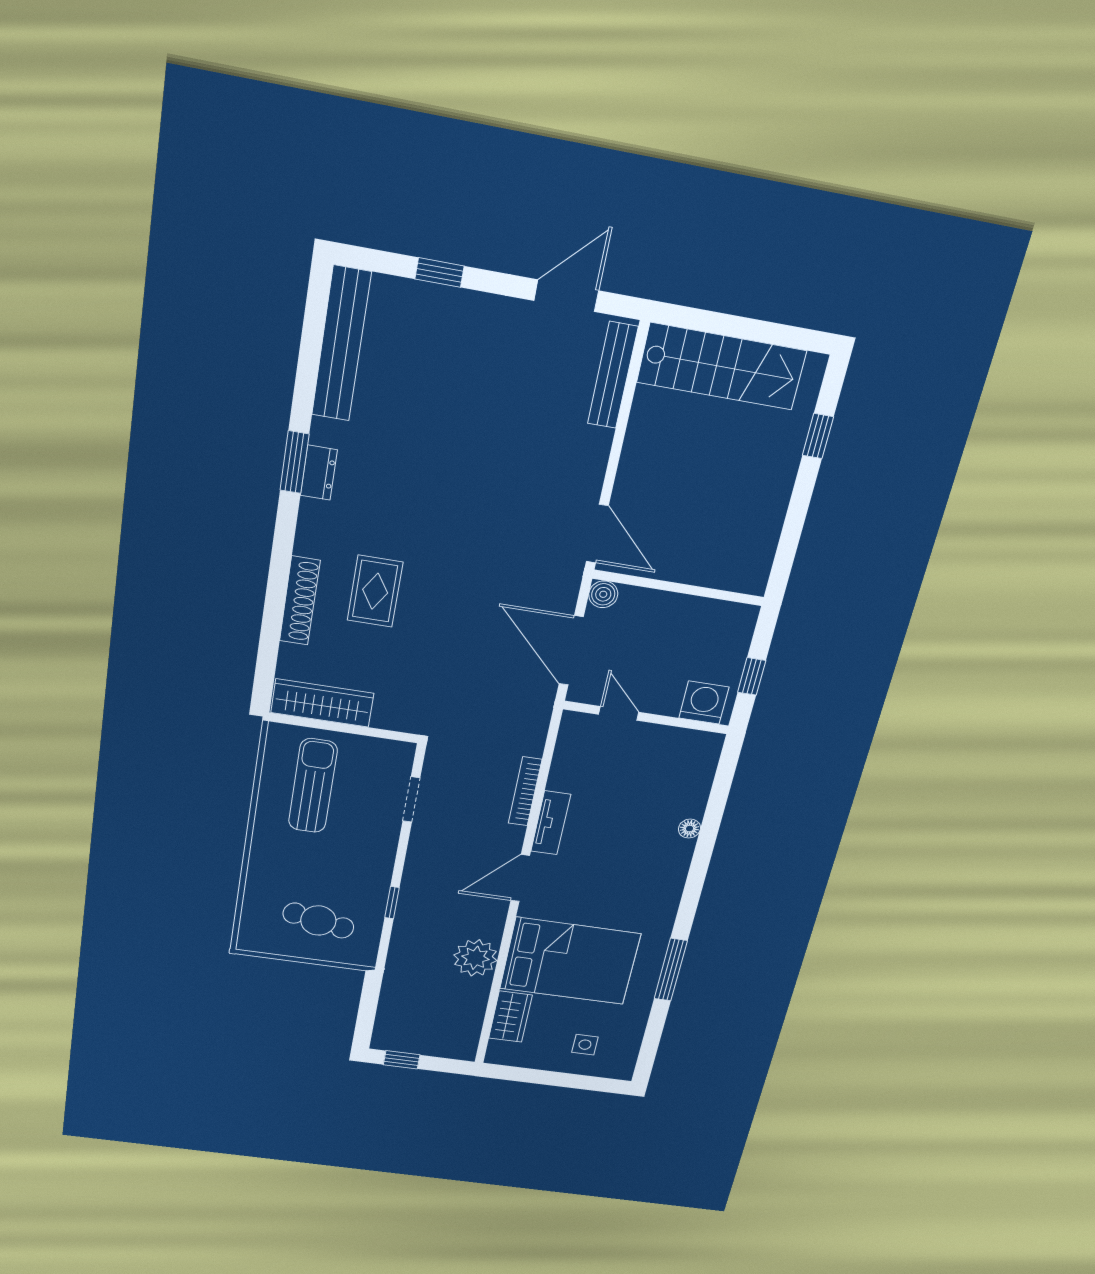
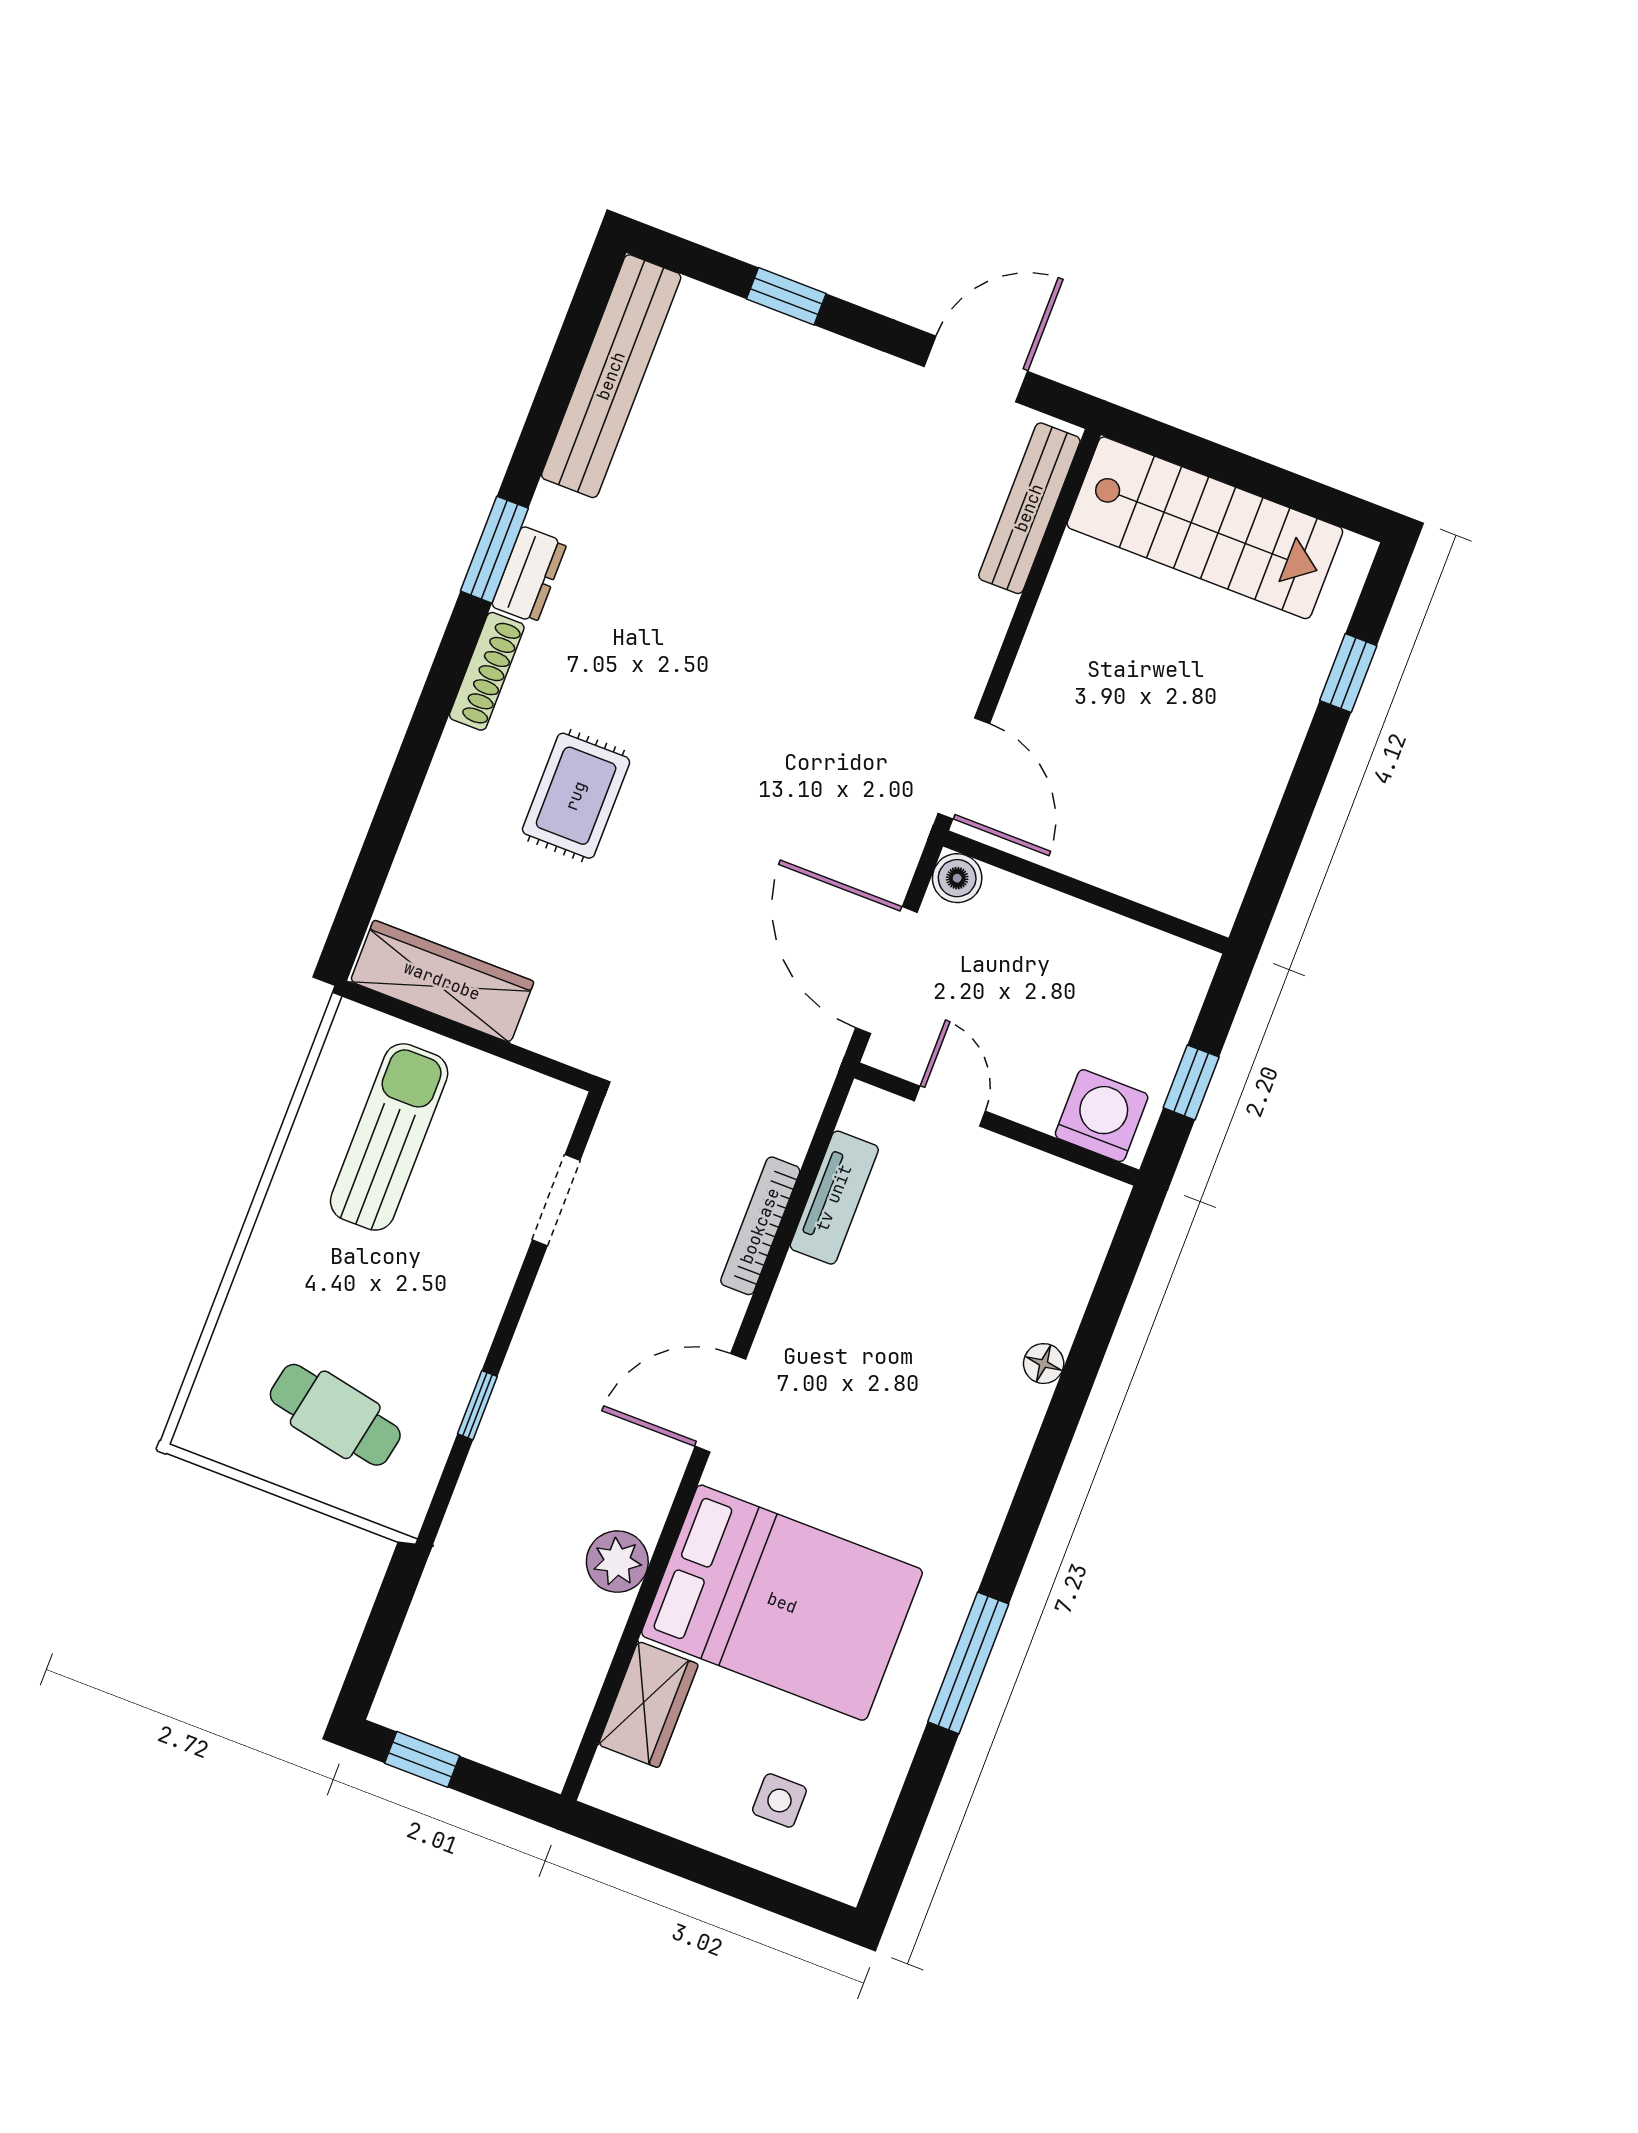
shoe rack: (300, 601) -> (487, 671), moved, width x0.74, depth x0.81
tv unit: (551, 823) -> (834, 1198), moved
plant: (475, 958) -> (617, 1562), width x0.73, depth x0.73

